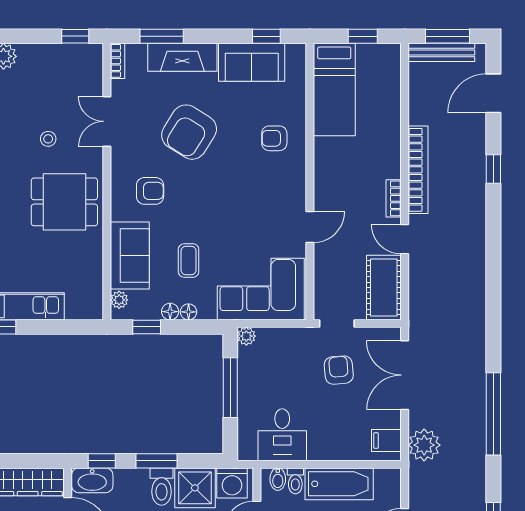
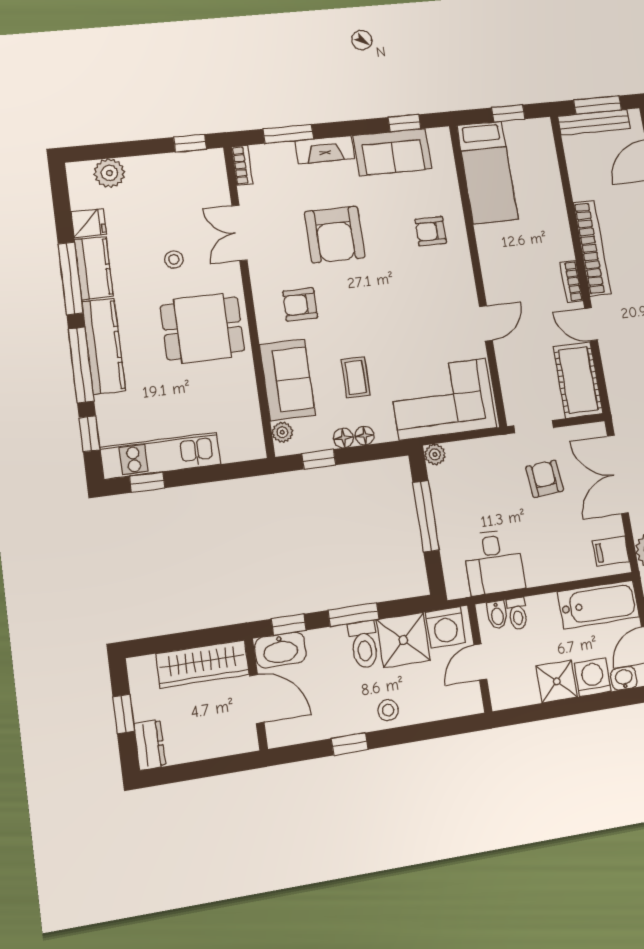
fireplace: (182, 57) -> (325, 150), width x0.73, depth x0.76
armchair: (189, 132) -> (335, 235), turned -32
armchair: (150, 191) -> (300, 304), turned 180
bathtub: (339, 484) -> (599, 604), moved

